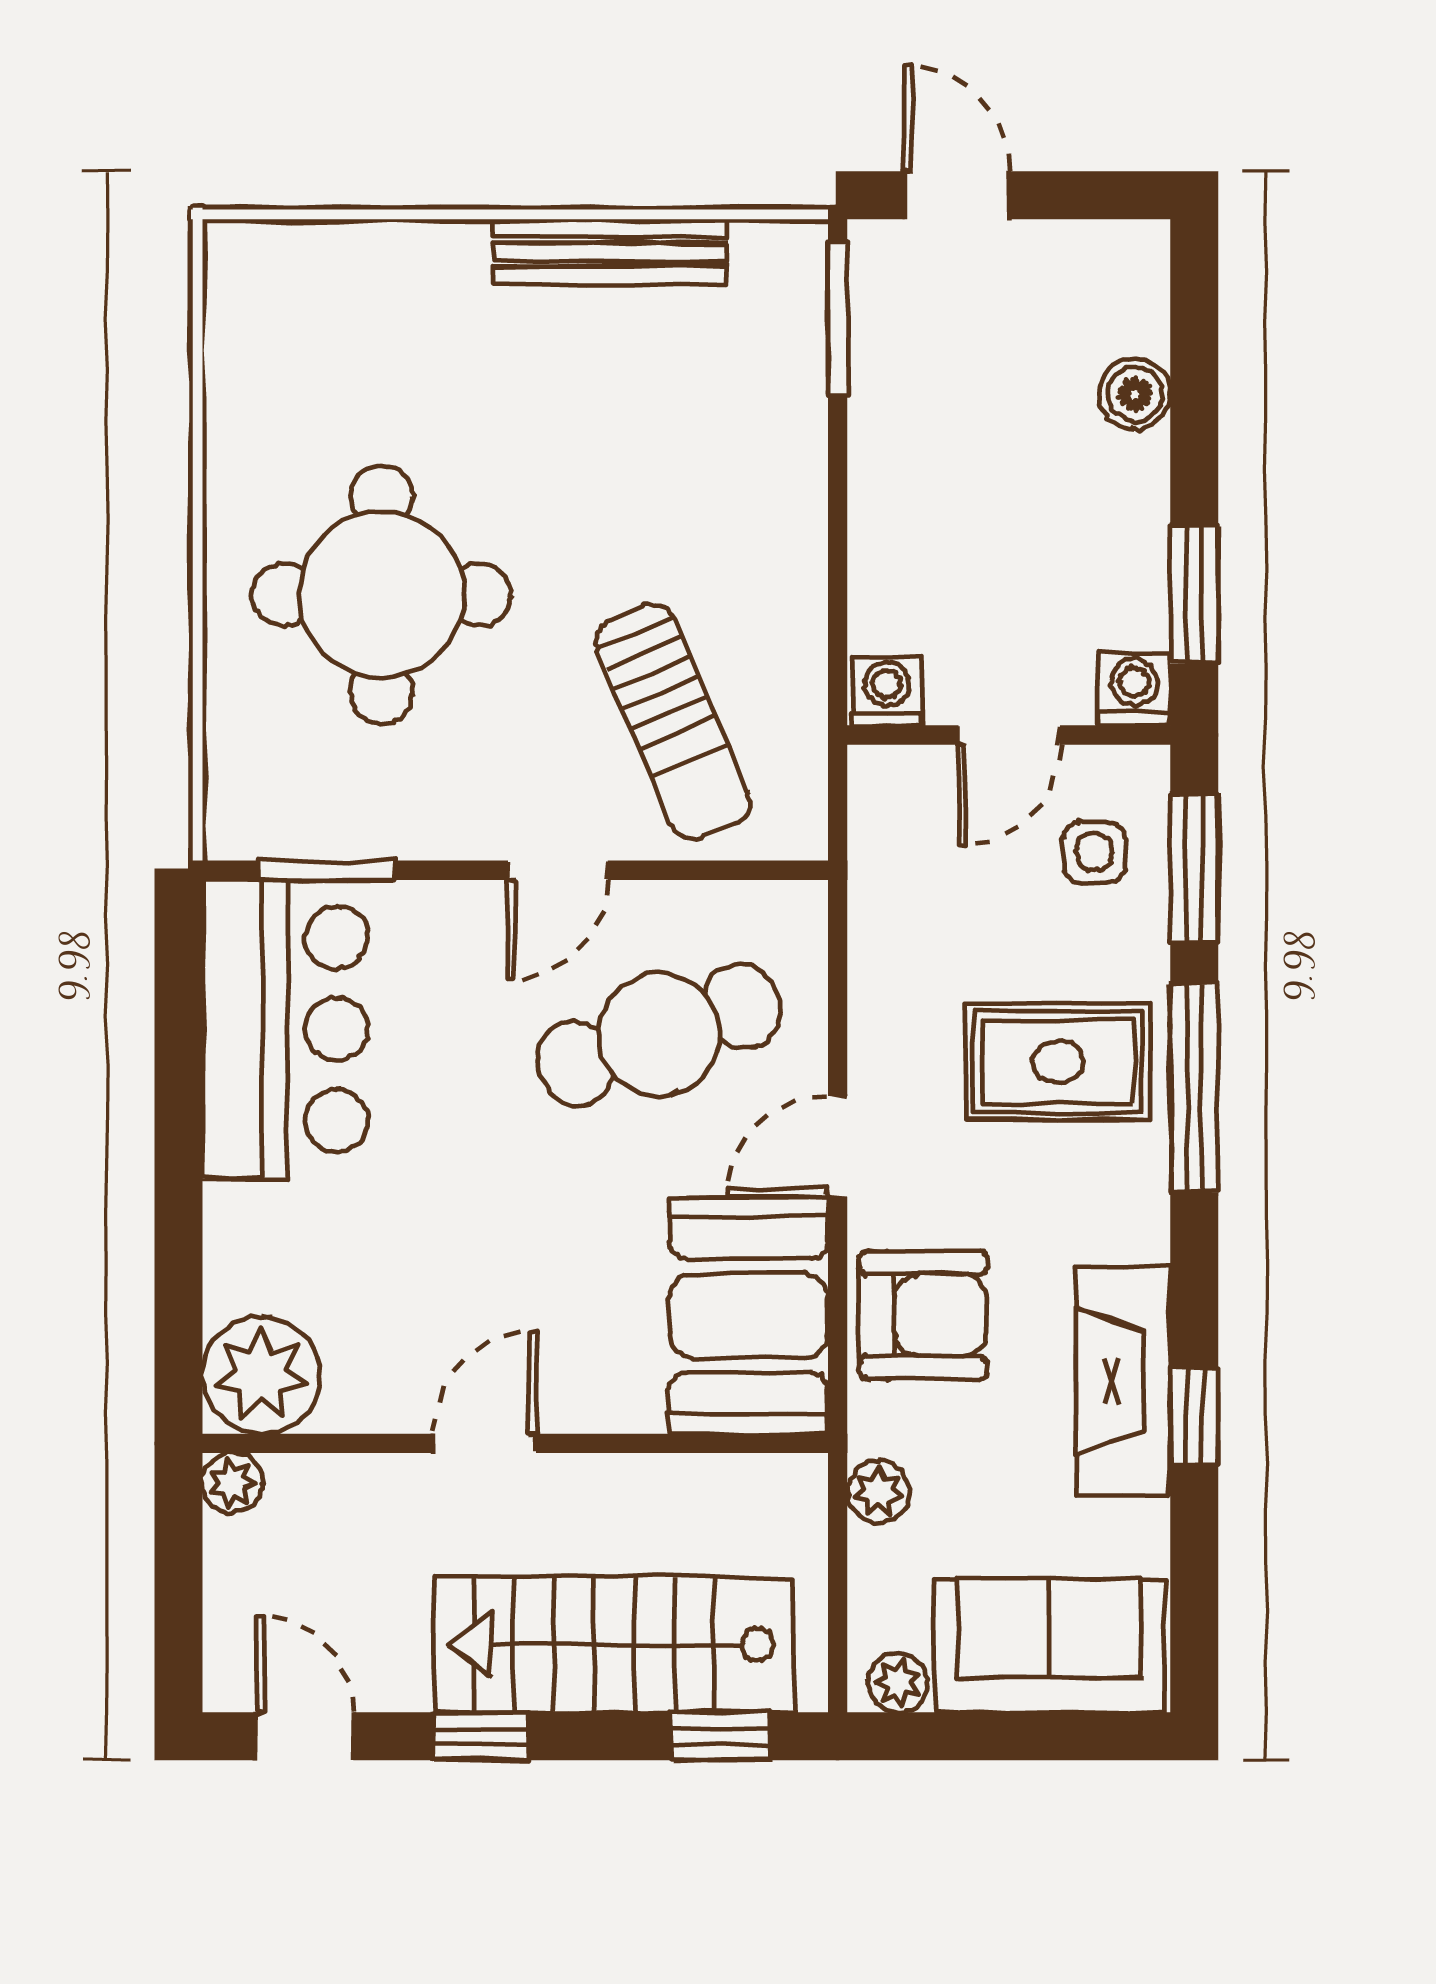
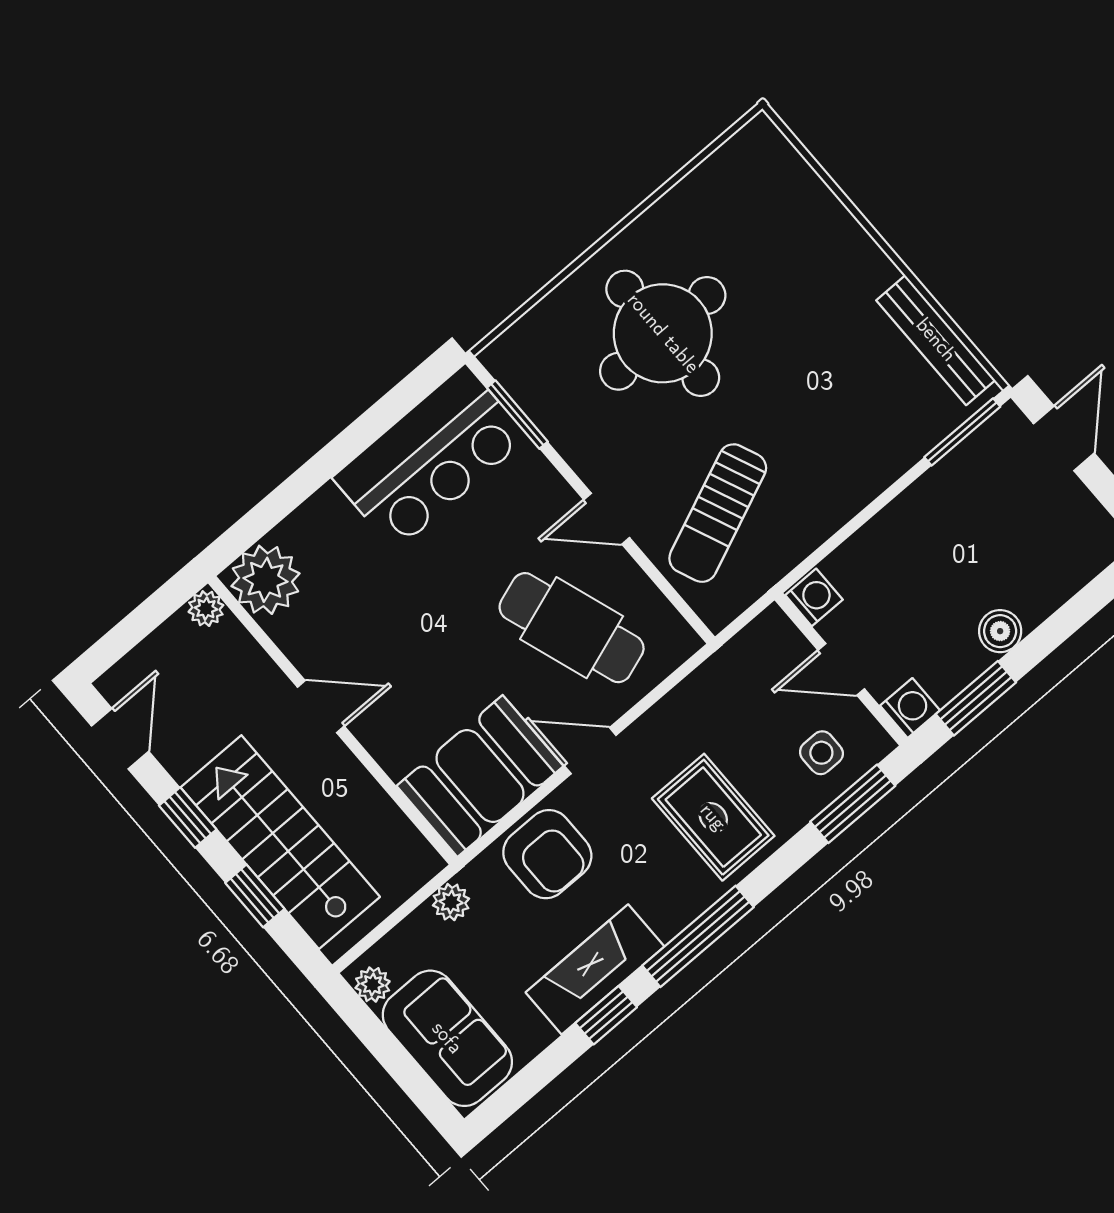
bench: (610, 252) -> (936, 340), moved
boiler: (1135, 394) -> (1000, 631), moved
window: (1194, 1088) -> (698, 936), moved
window: (721, 1736) -> (255, 896), moved

